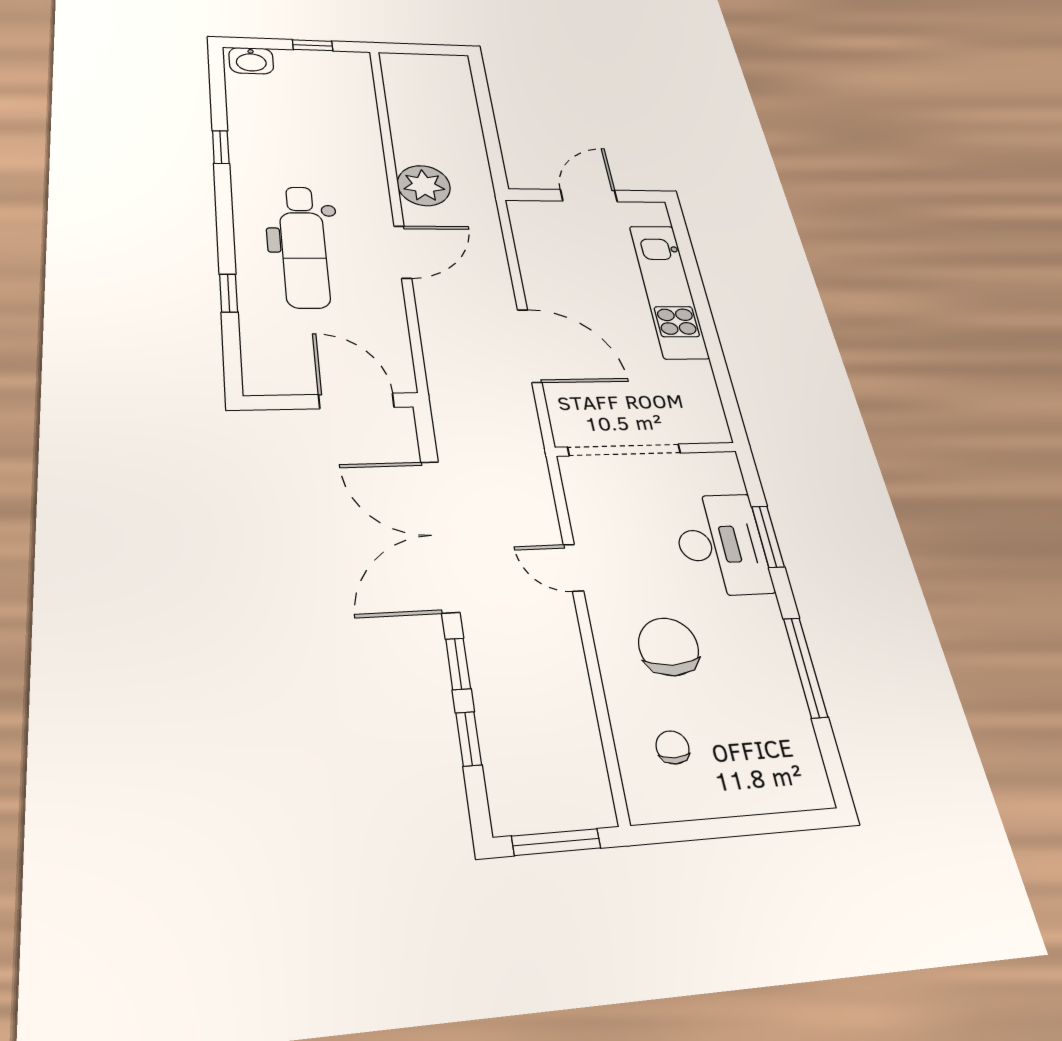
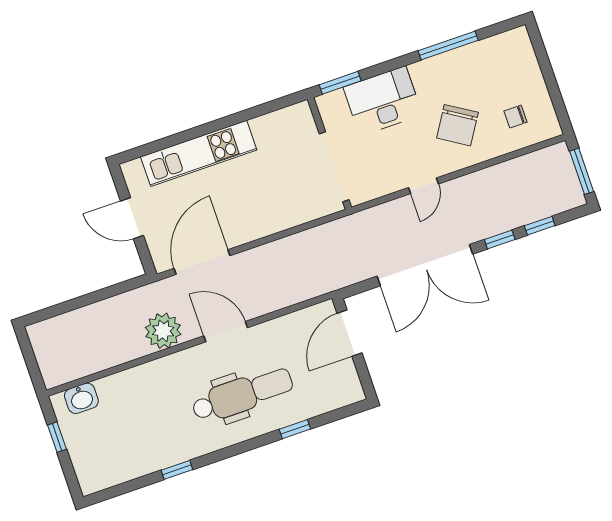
washbasin: (251, 61) -> (81, 398), moved, turned 90
door: (530, 346) -> (202, 262), moved
window: (768, 537) -> (340, 83), moved
chair: (669, 647) -> (457, 125), turned -58

